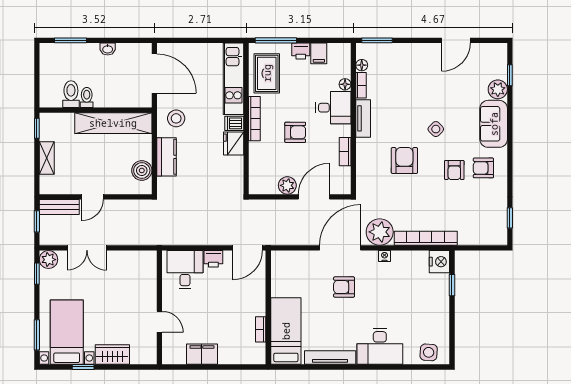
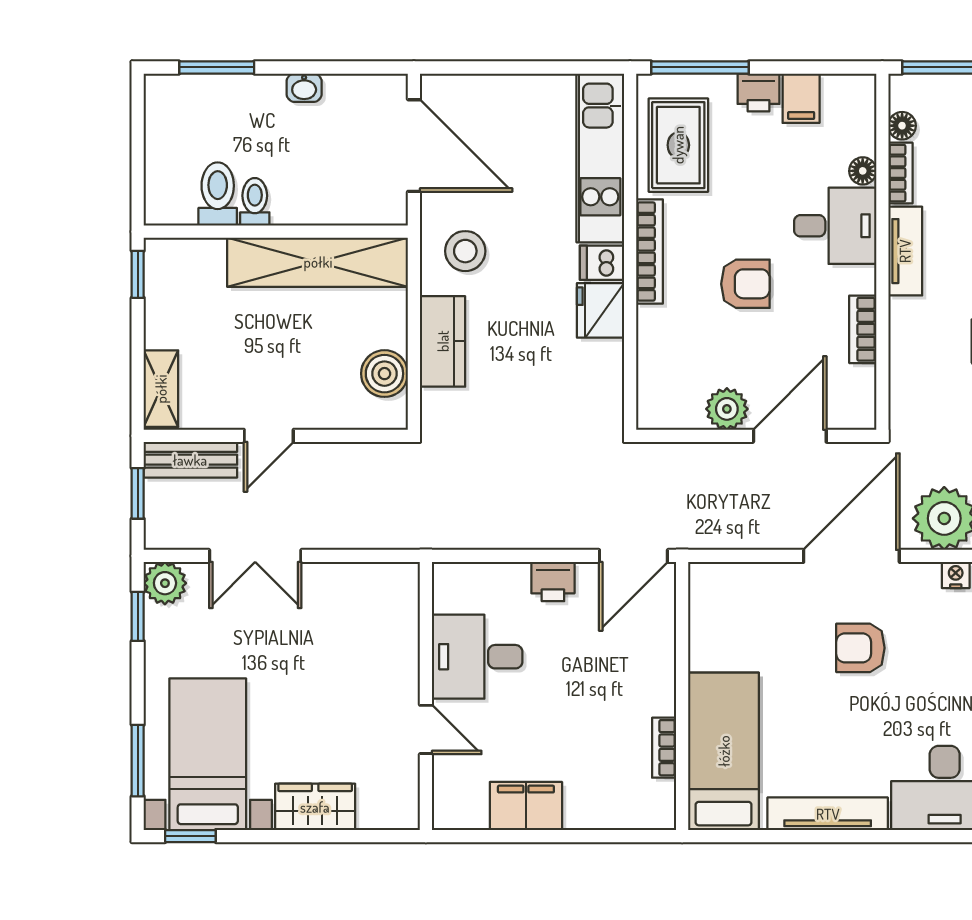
shelving: (47, 158) -> (161, 389), moved
desk: (185, 270) -> (477, 657), moved, turned -90
window: (83, 367) -> (190, 836), moved

